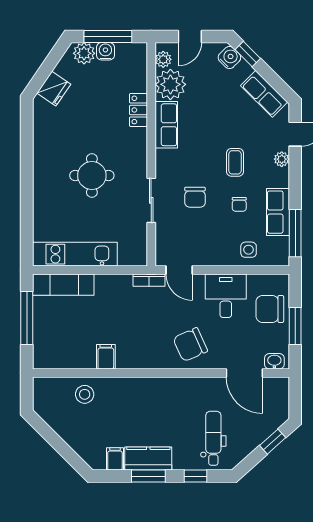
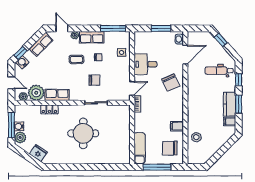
round table: (92, 176) -> (83, 133), width x1.36, depth x1.36
row of seats: (278, 212) -> (92, 37), moved
kitchen unit: (75, 254) -> (124, 142), removed
chair: (270, 309) -> (170, 148), moved, turned 90

